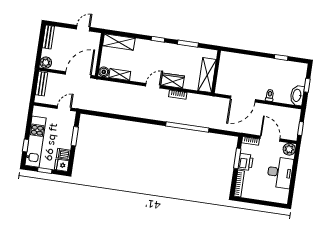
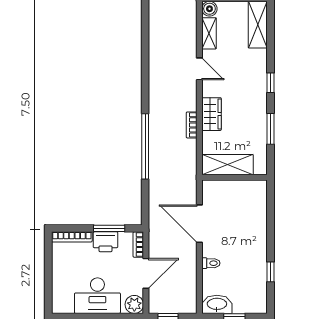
door: (153, 86) -> (199, 69), moved

